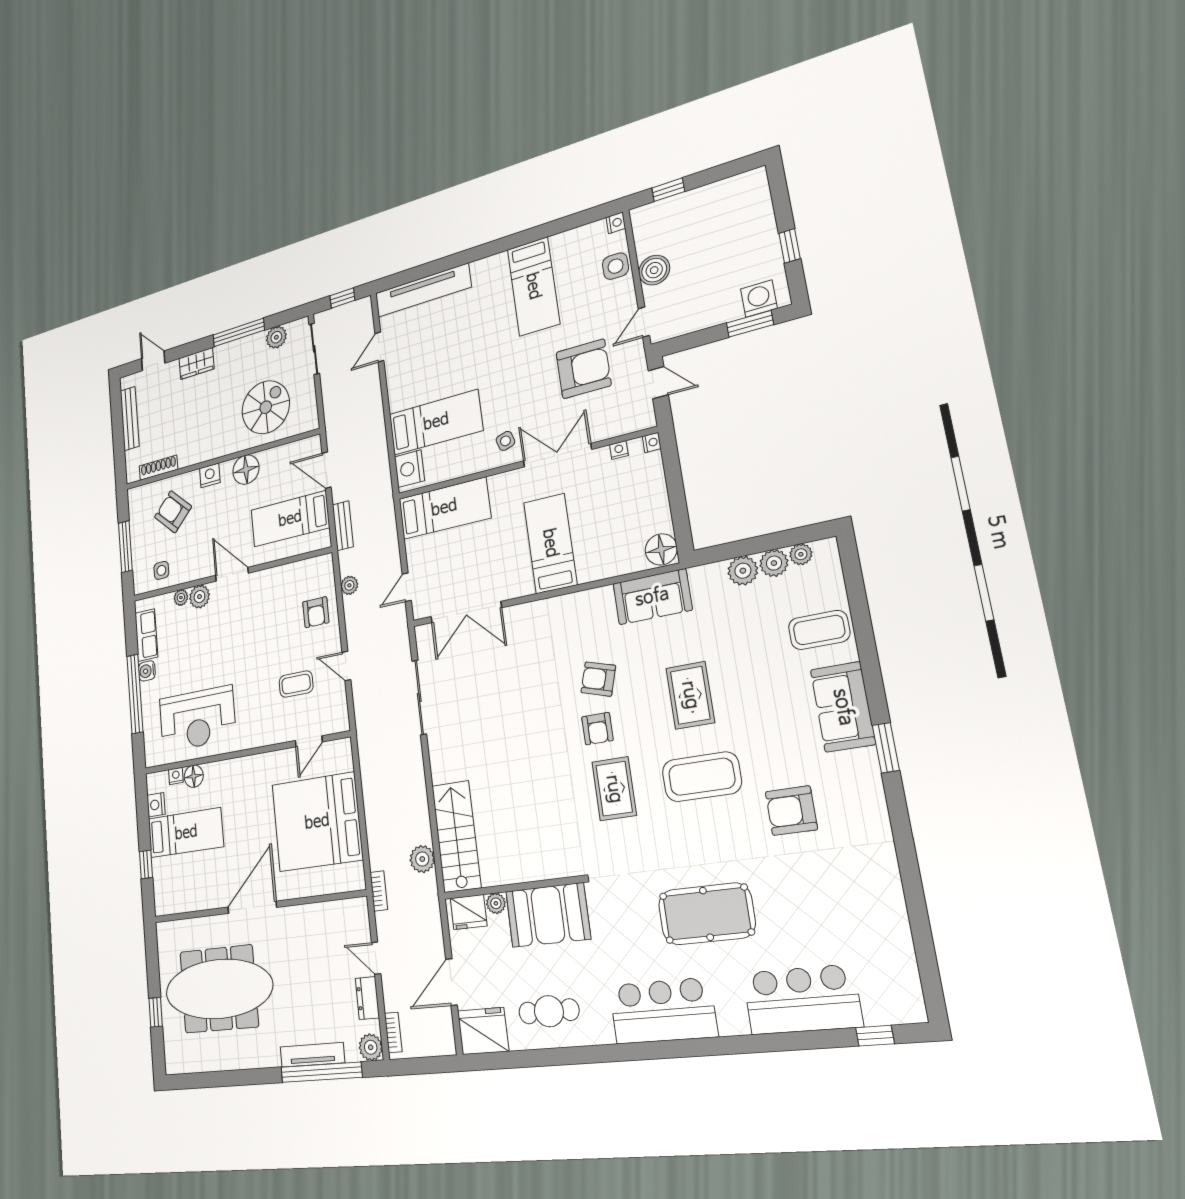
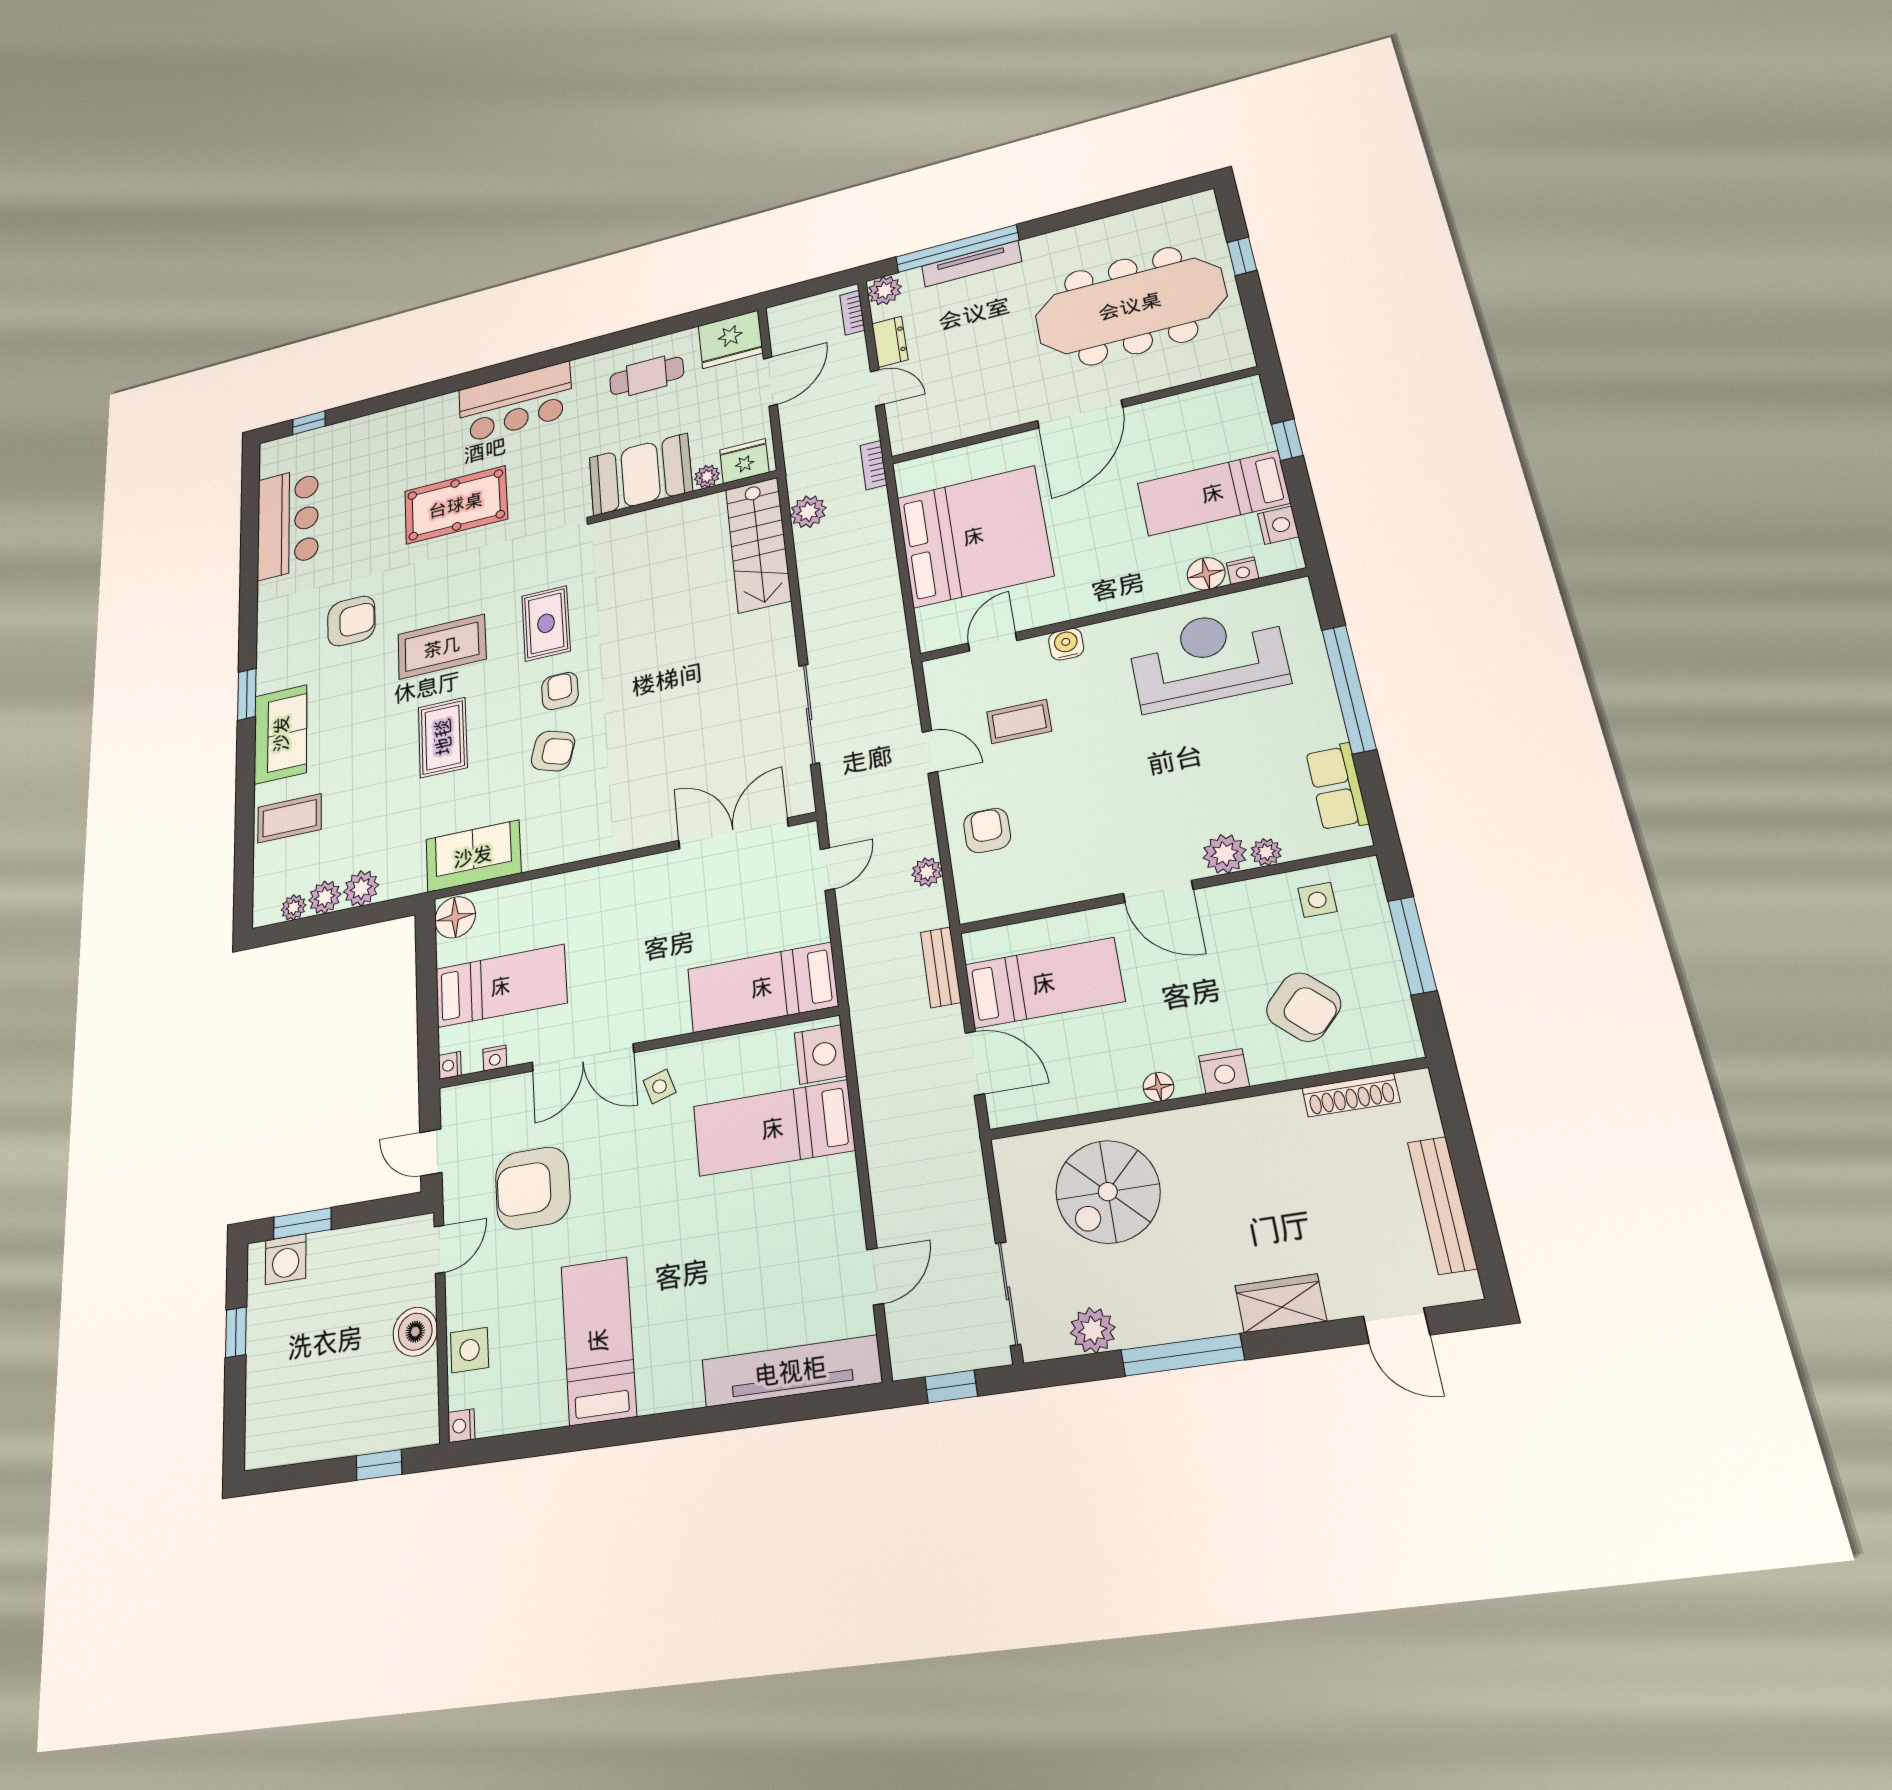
floor lamp: (246, 470) -> (1158, 1087), width x0.53, depth x0.53
bed: (550, 543) -> (501, 986), moved, turned -90
water cooler: (147, 671) -> (1066, 644), moved, turned -90
bar counter: (802, 1000) -> (288, 523), moved, turned -90

